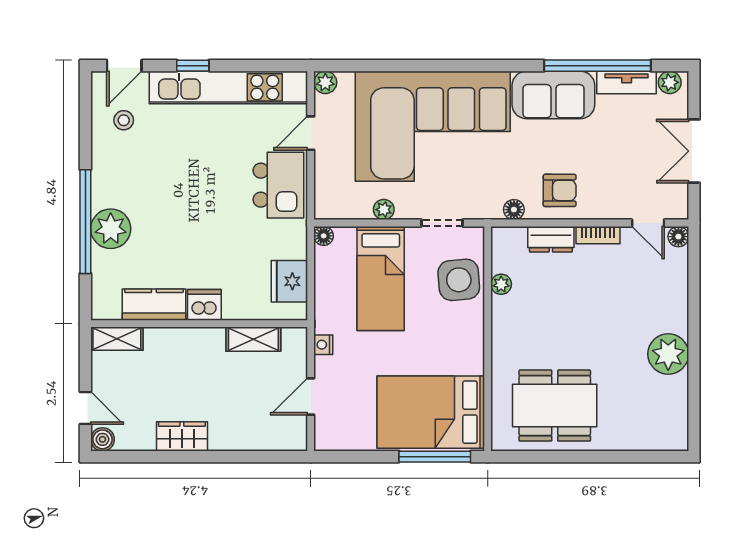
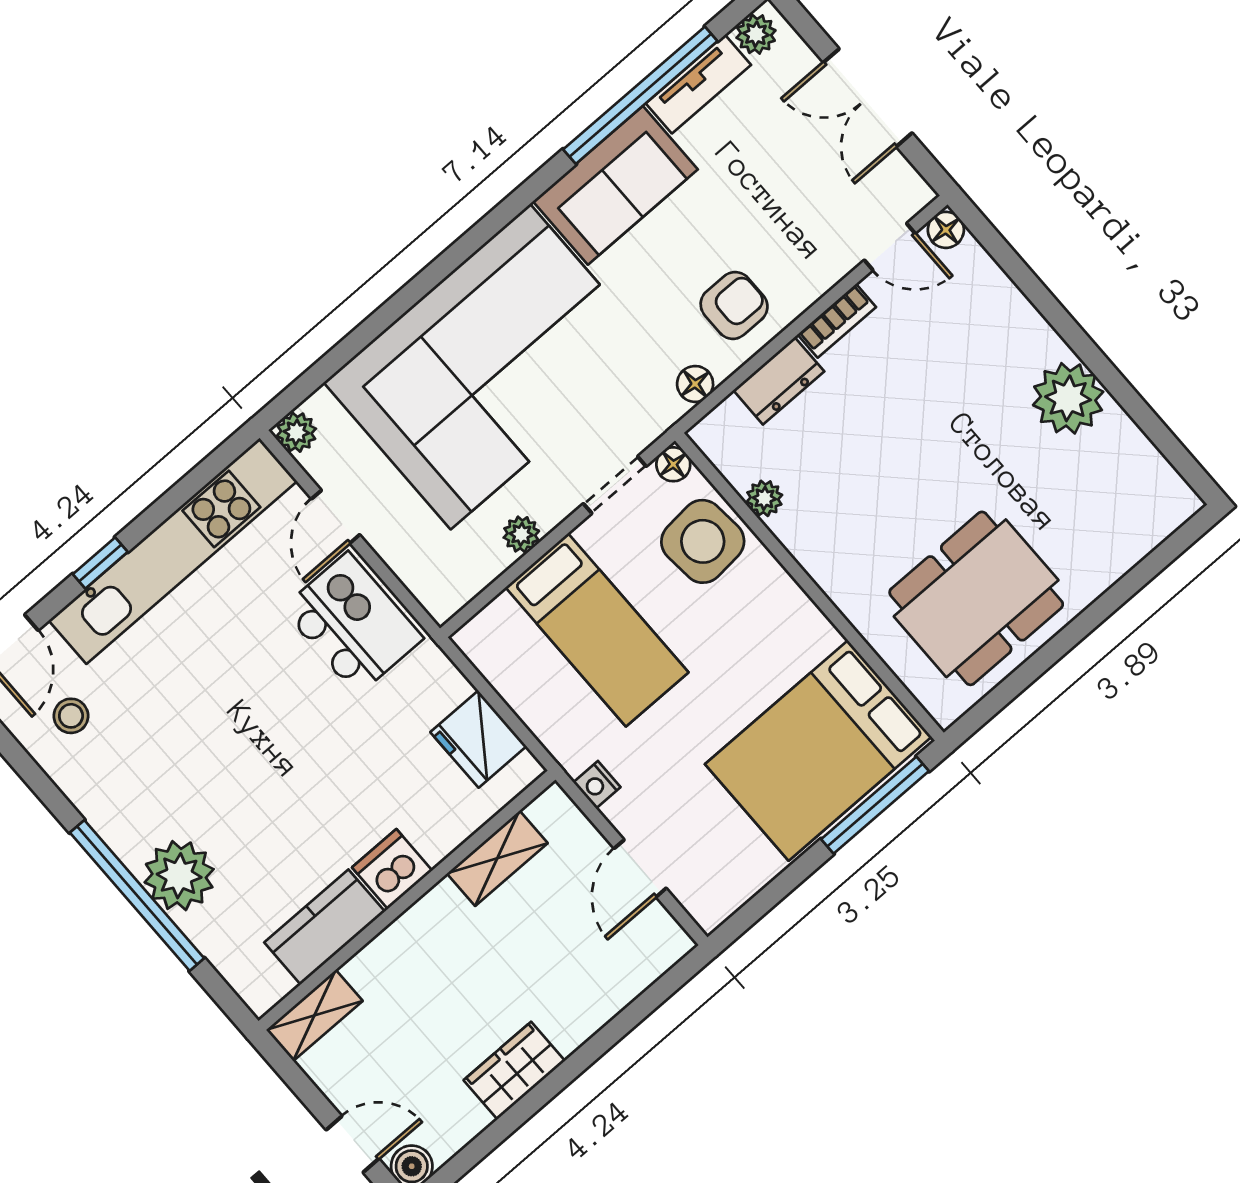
floor lamp: (324, 236) -> (673, 464), moved

